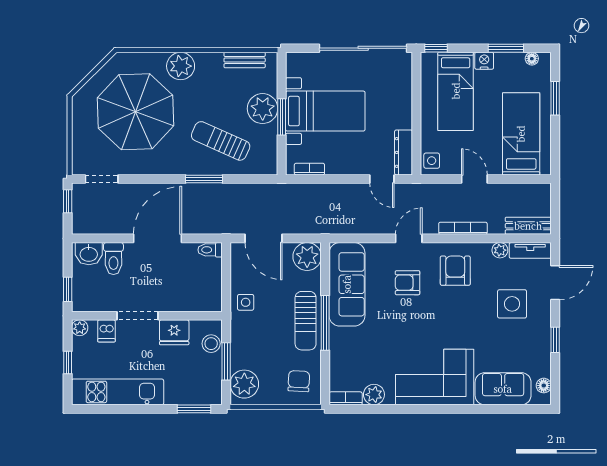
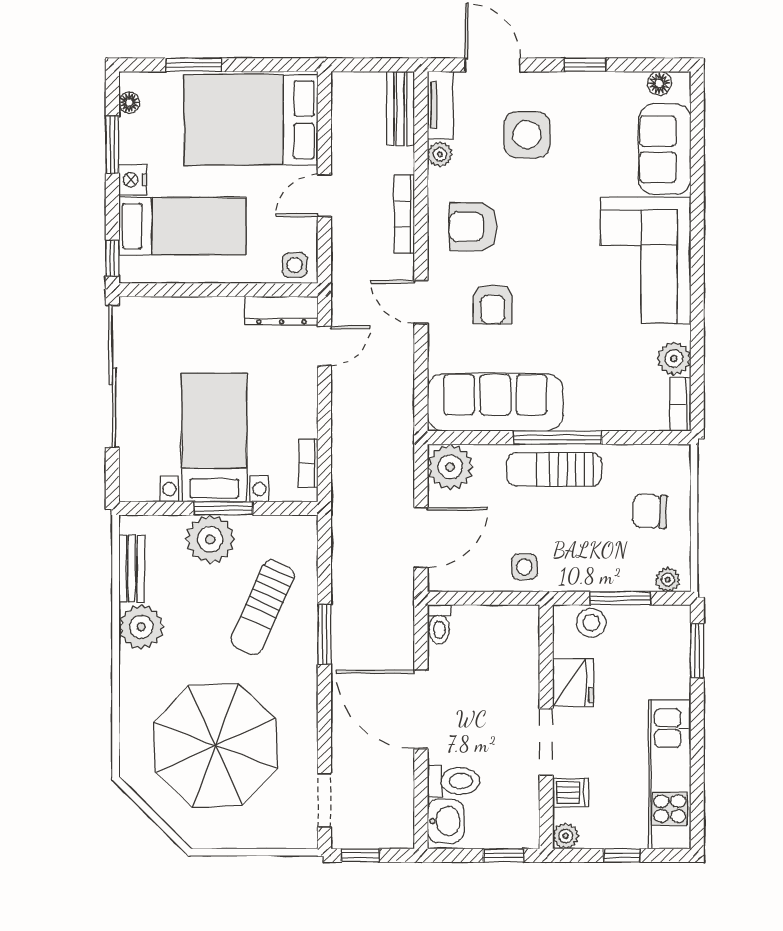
plant: (181, 66) -> (141, 627), moved
bed: (521, 134) -> (251, 120), width x1.50
sun lounger: (306, 321) -> (554, 469), turned 180
chair: (299, 381) -> (650, 511), moved
plant: (244, 384) -> (668, 580), width x0.53, depth x0.53

